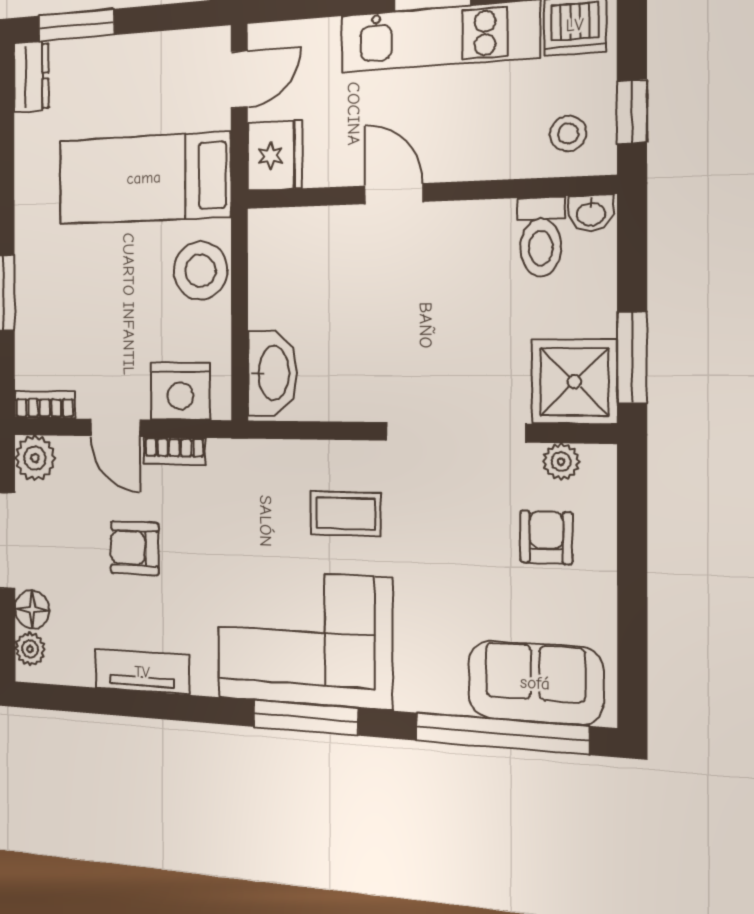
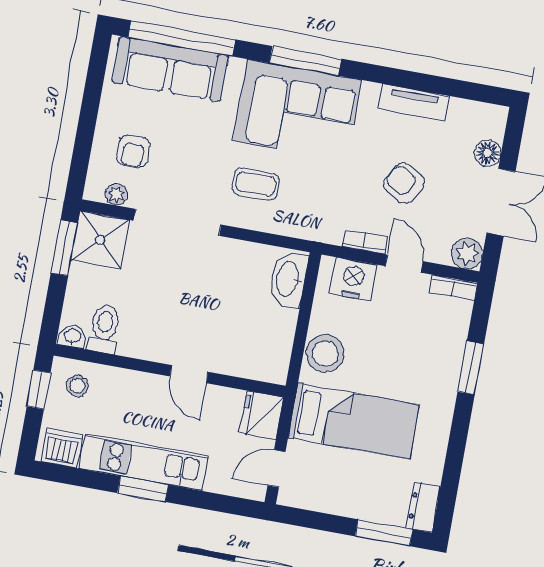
armchair: (135, 548) -> (404, 183), turned -149
plant: (30, 649) -> (494, 127), removed
sofa: (535, 683) -> (170, 69), width x1.36

